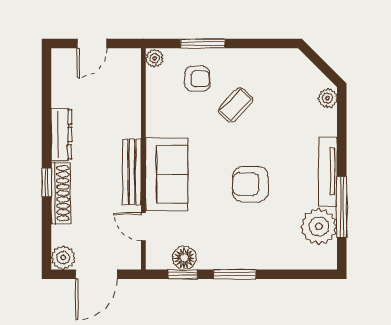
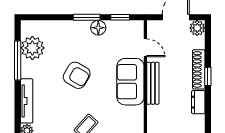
dresser: (61, 134) -> (198, 102), width x0.70
tv unit: (328, 172) -> (27, 101), moved
armchair: (250, 184) -> (77, 75), turned 30
floor lamp: (184, 258) -> (98, 28), moved

